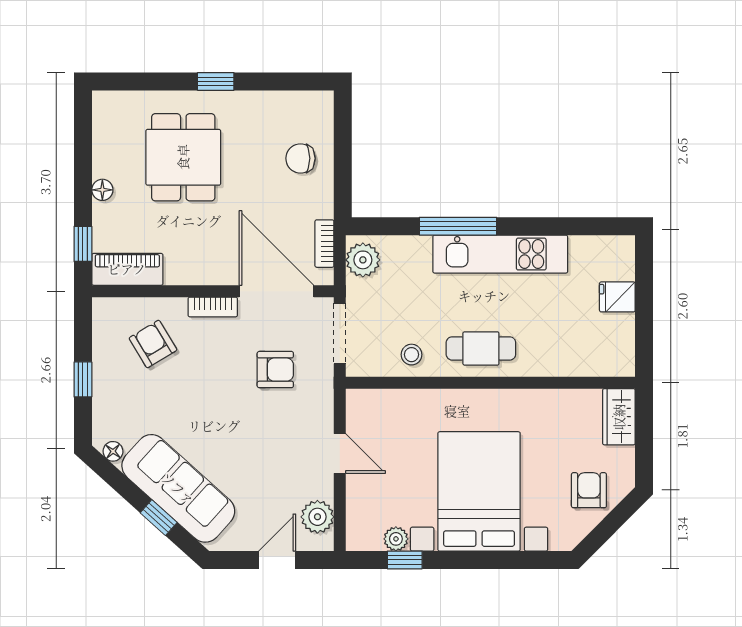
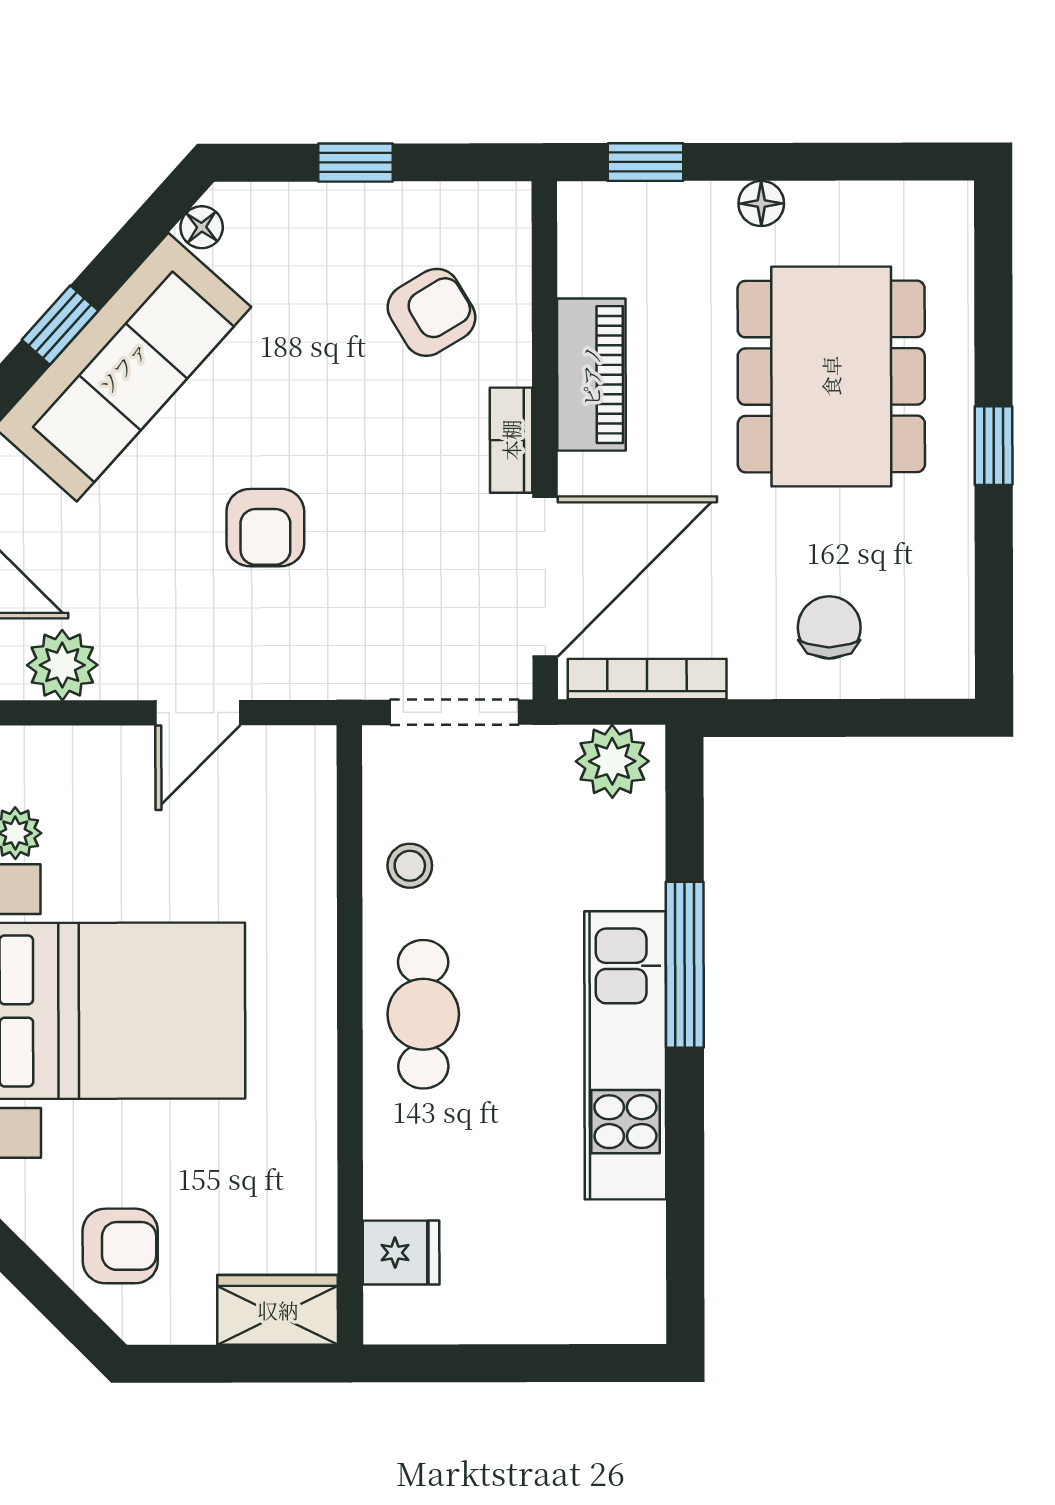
dining table: (183, 157) -> (831, 376), width x1.37
bookcase: (324, 244) -> (647, 679), width x1.56
piano: (127, 269) -> (591, 375), moved
fridge: (617, 297) -> (401, 1253), moved, turned 90
armchair: (275, 370) -> (265, 528), moved

